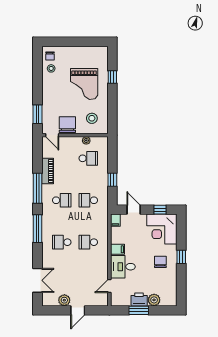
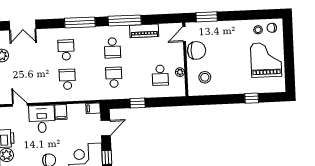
grand piano: (84, 84) -> (266, 60), moved, turned 90

